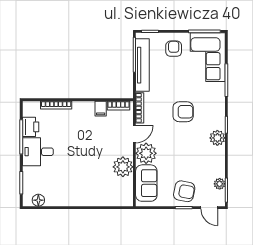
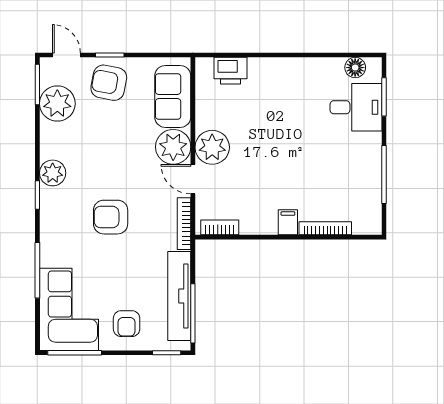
filing cabinet: (101, 109) -> (288, 222), moved
printer: (31, 127) -> (230, 71), moved, turned -90
door: (134, 134) -> (193, 179), hinge flipped
desk: (38, 152) -> (356, 107), moved
plant: (123, 167) -> (212, 147), moved
plant: (220, 184) -> (57, 104), width x1.88, depth x1.88

